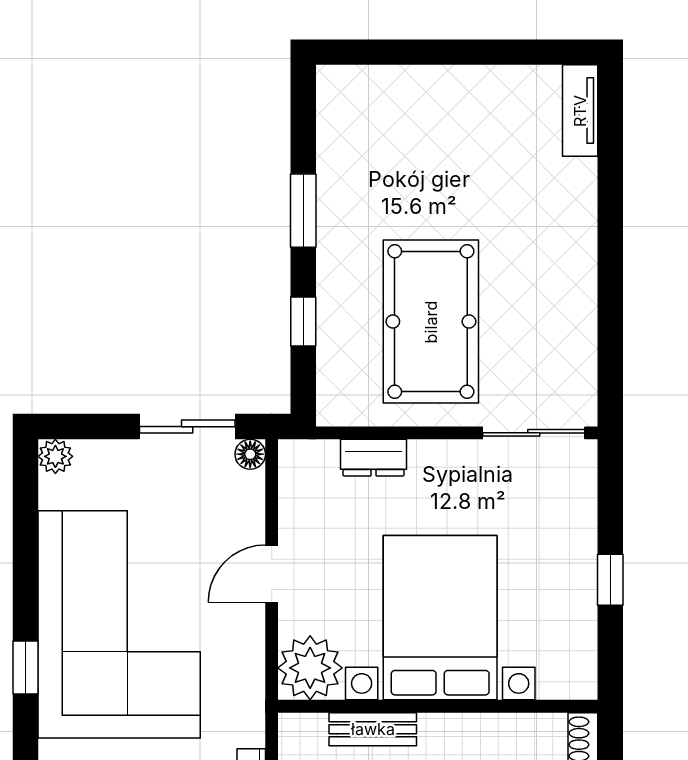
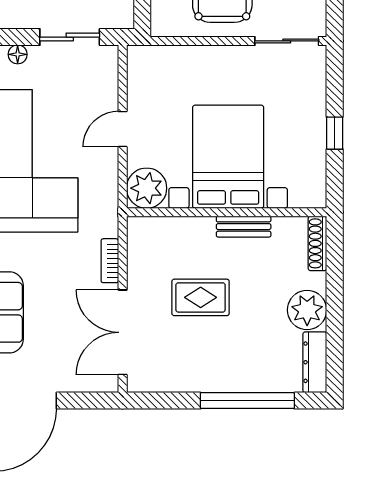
floor lamp: (250, 454) -> (18, 54), moved
dresser: (373, 458) -> (186, 57), removed
bench: (373, 729) -> (244, 227), moved

